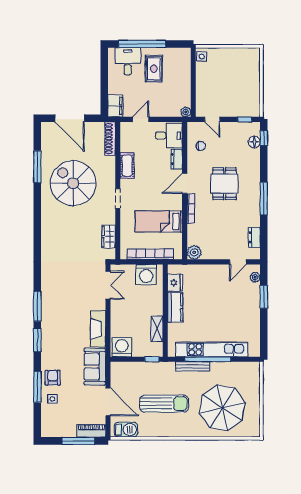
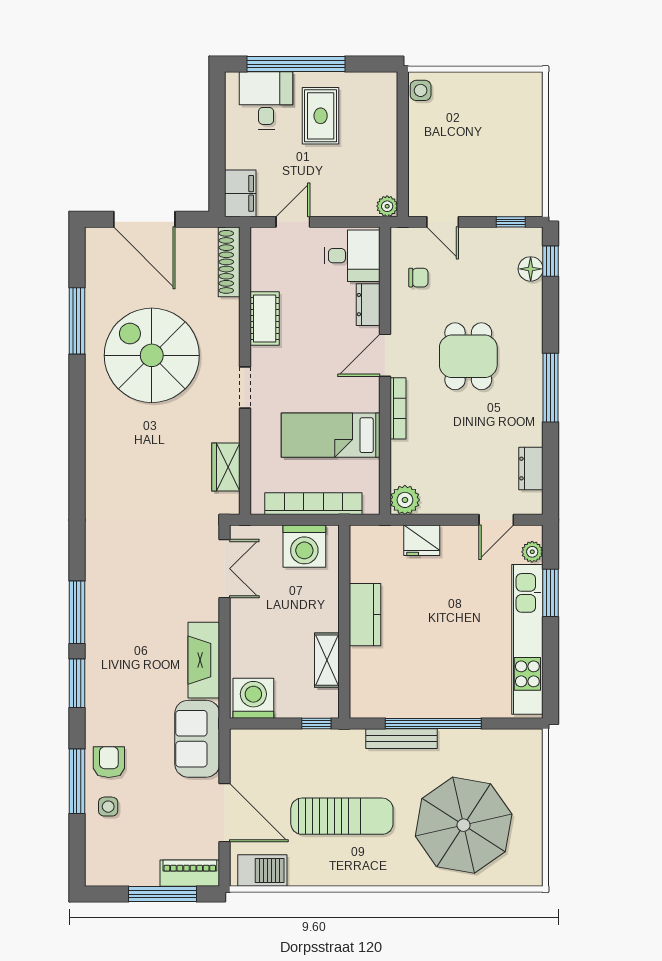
fridge: (175, 283) -> (422, 540), moved, turned 90
kitchen unit: (212, 349) -> (527, 639), moved, turned -90

